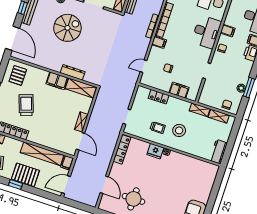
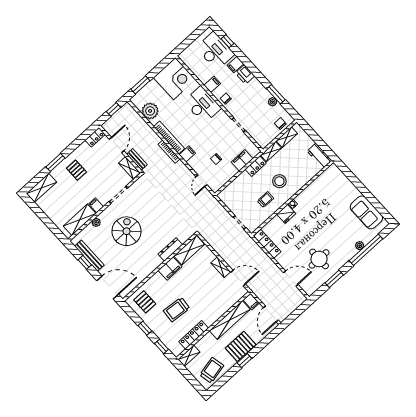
locker: (159, 97) -> (256, 166), moved
trolley: (26, 105) -> (177, 310), turned -66

